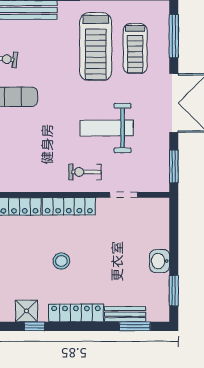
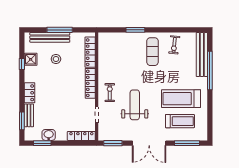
treadmill: (135, 49) -> (180, 121), turned 180
locker: (161, 222) -> (81, 136), added
stool: (61, 261) -> (56, 59), moved
washbasin: (160, 261) -> (49, 135), moved
locker: (76, 313) -> (30, 93), width x0.66

